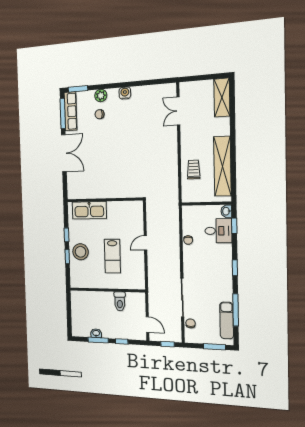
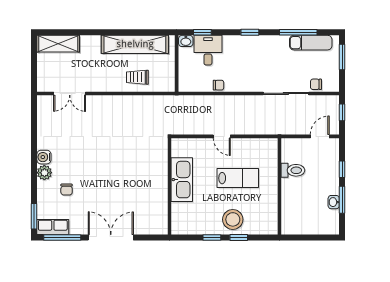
plant: (101, 96) -> (44, 173), moved
row of seats: (70, 111) -> (53, 227), width x0.68
kitchen sink: (89, 210) -> (182, 180), moved

